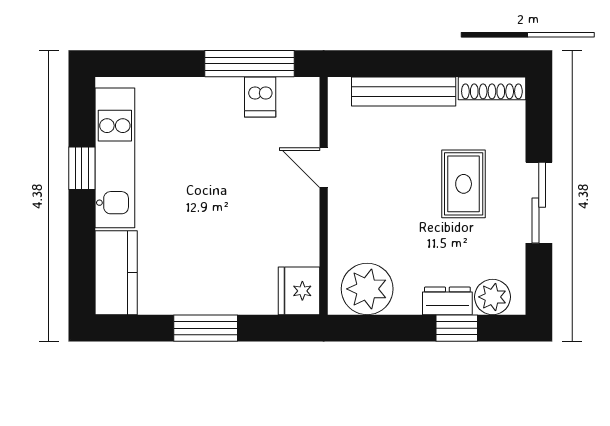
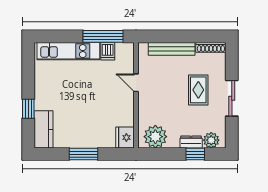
kitchen unit: (115, 158) -> (68, 51), moved, turned 90
window: (82, 168) -> (28, 109), moved

